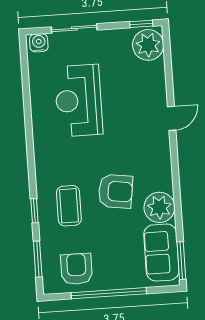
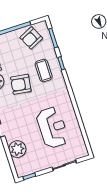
water cooler: (39, 43) -> (81, 153), removed
plant: (148, 45) -> (17, 149), moved
armchair: (77, 269) -> (31, 38), turned 64

